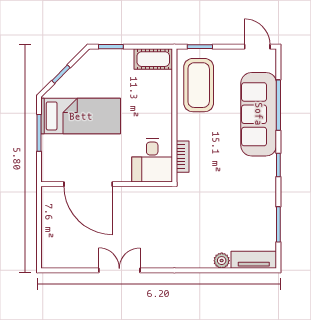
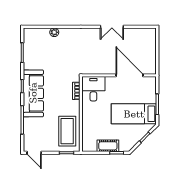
cot: (153, 59) -> (108, 146), moved
sofa: (259, 114) -> (33, 93), moved
tv unit: (254, 260) -> (36, 33), removed

